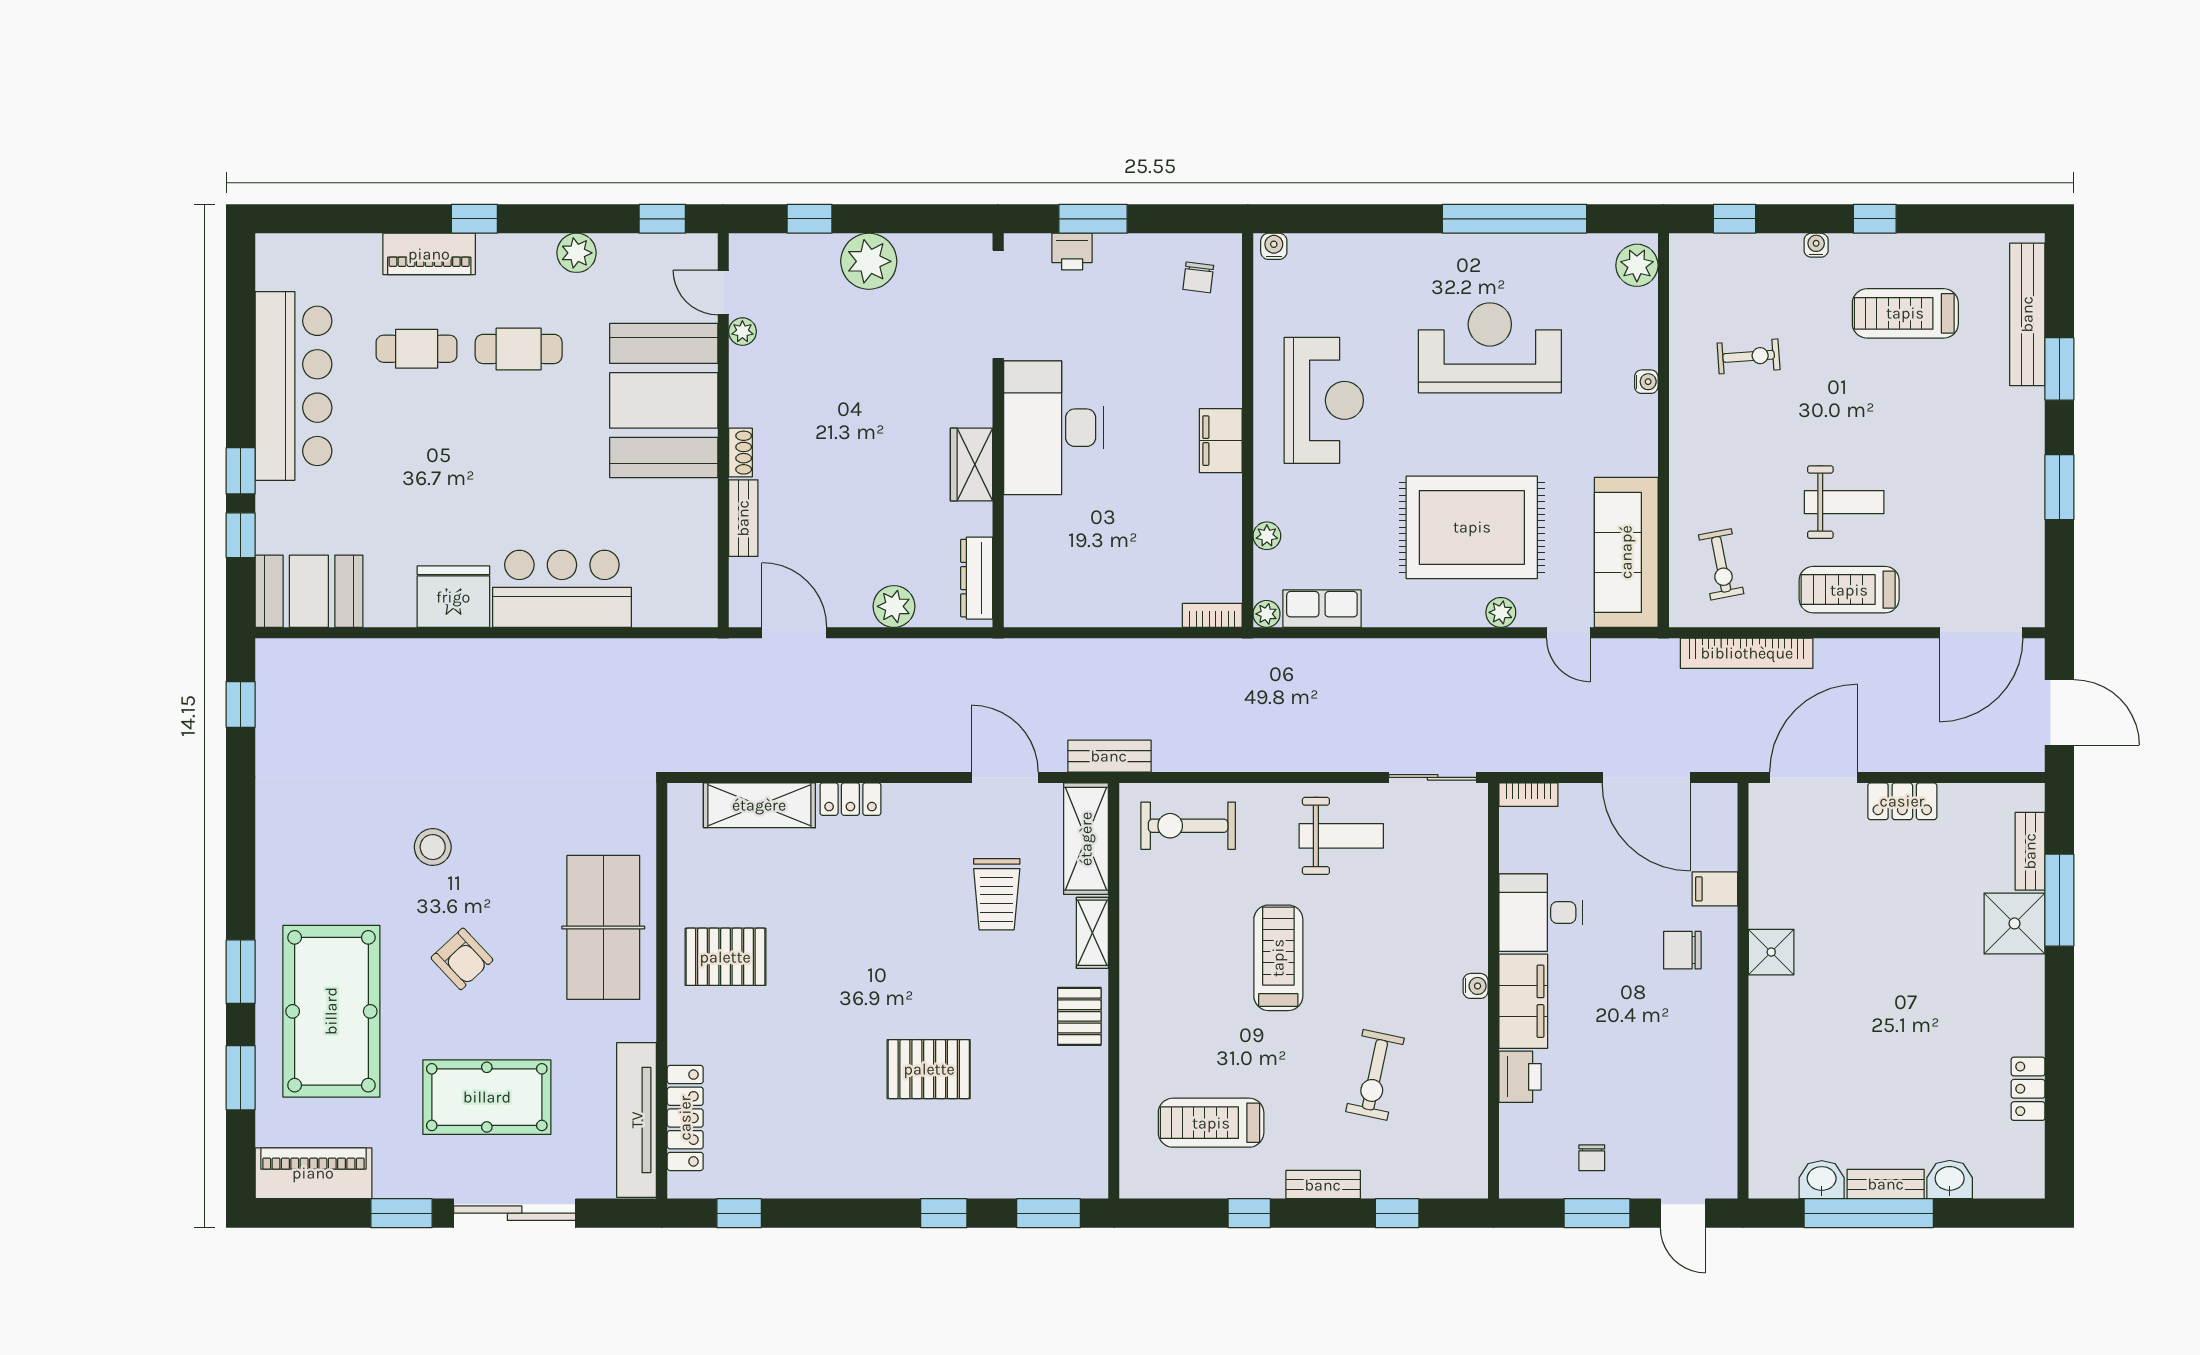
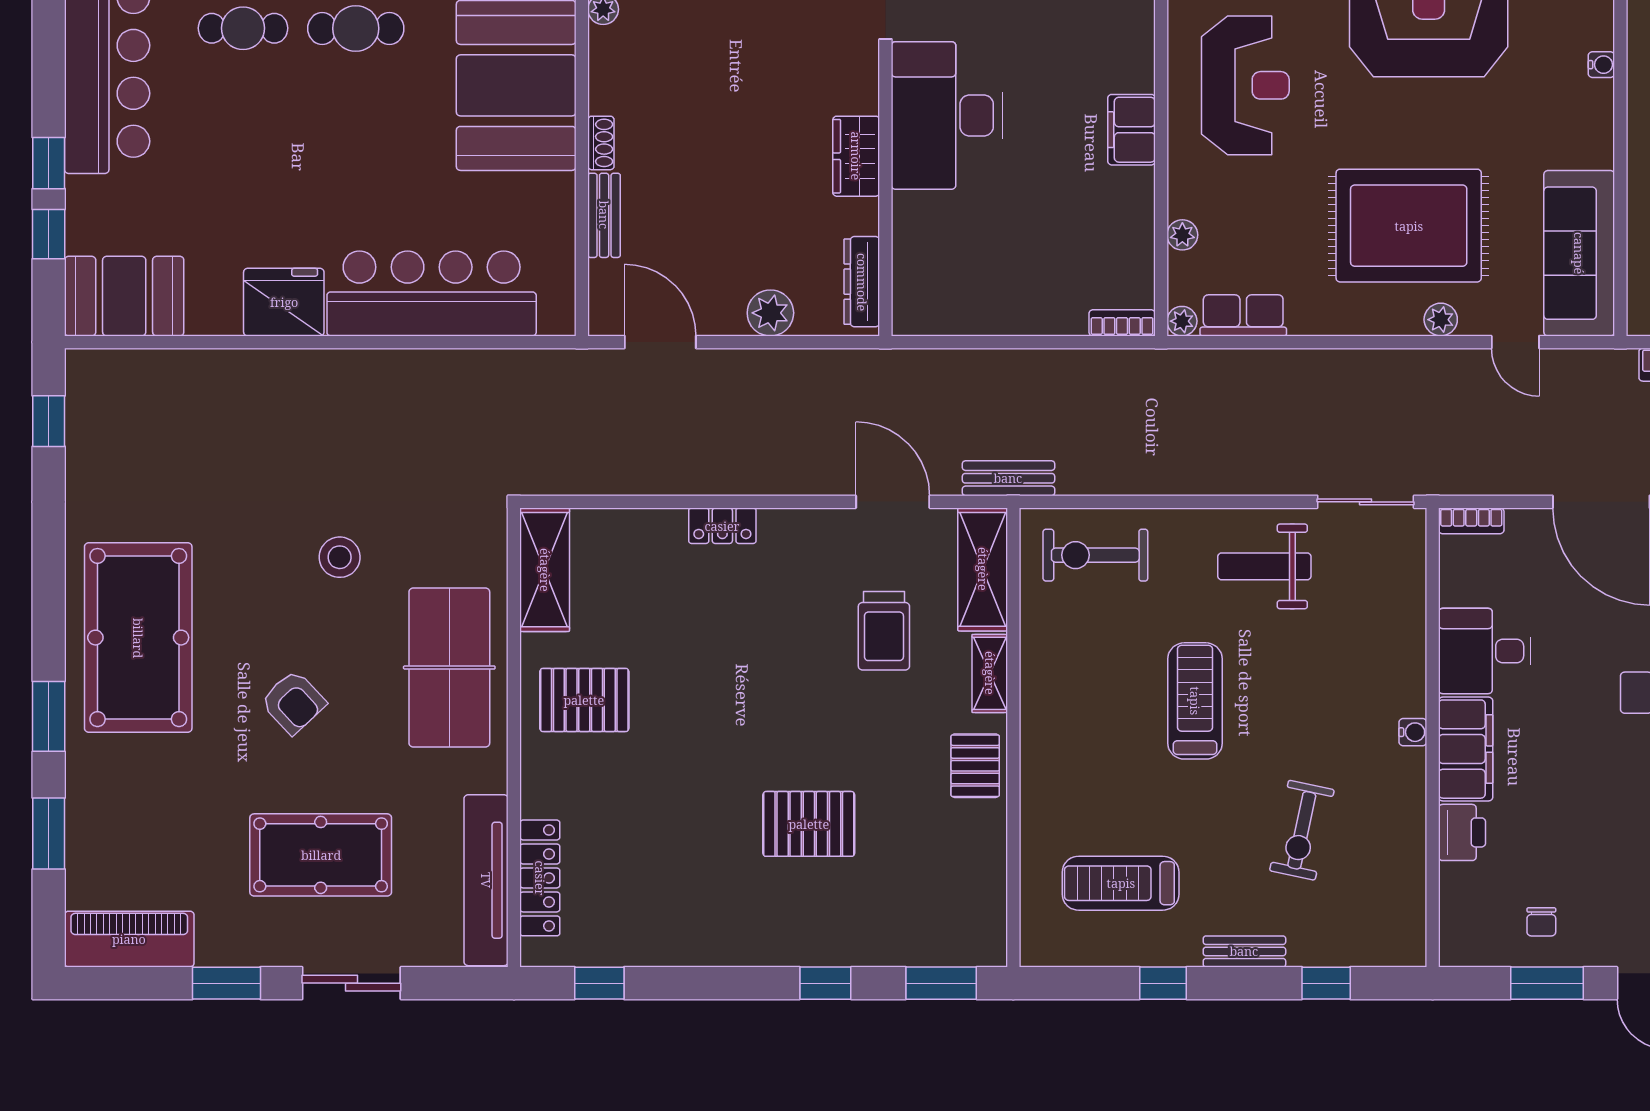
bar counter: (562, 589) -> (432, 293), width x1.36
shelving: (759, 805) -> (545, 570), moved, turned 90
weight bench: (1341, 836) -> (1264, 566), turned 180
stool: (433, 847) -> (340, 557), moved
pool table: (331, 1011) -> (138, 638), moved
sliding door: (515, 1213) -> (351, 983), width x0.73

